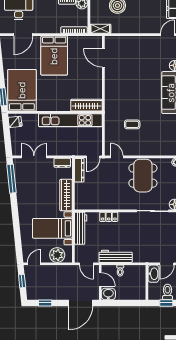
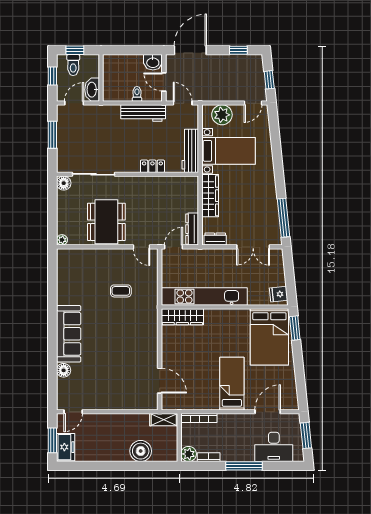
bed: (54, 56) -> (232, 384), width x0.67

